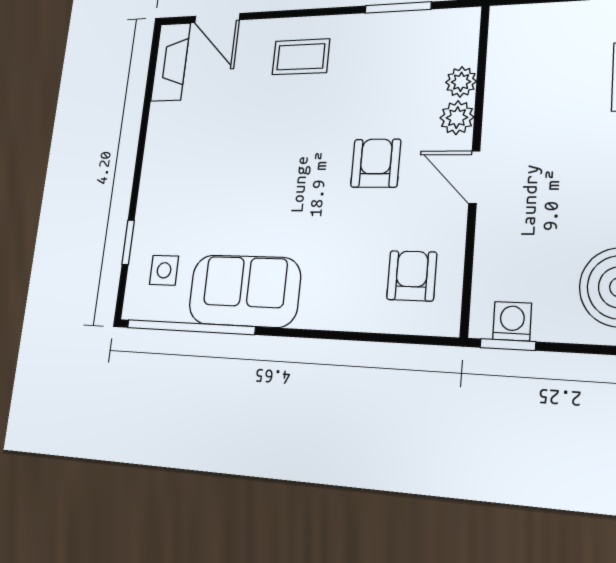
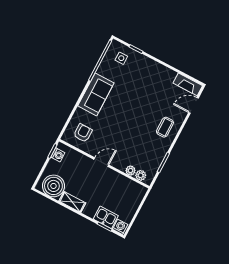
plant: (457, 118) -> (141, 175), moved
armchair: (376, 163) -> (120, 136), removed
armchair: (412, 276) -> (83, 133), turned -90
sofa: (244, 291) -> (96, 94), moved

